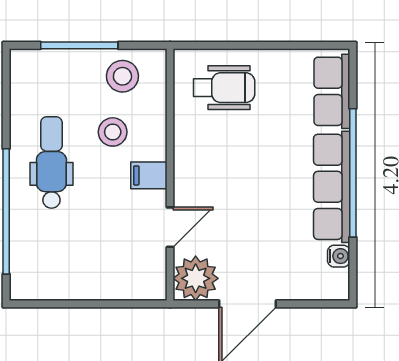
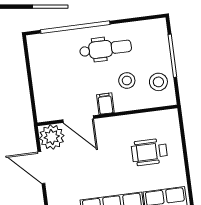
wheelchair: (224, 88) -> (149, 152), moved, turned 90
door: (170, 227) -> (78, 119), width x1.38

